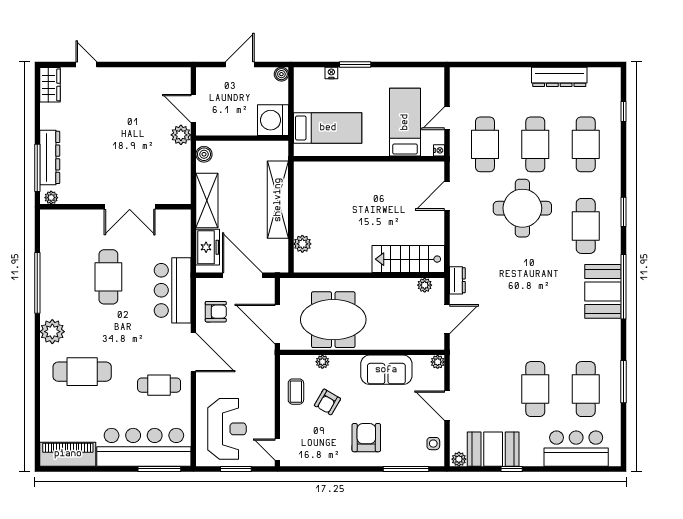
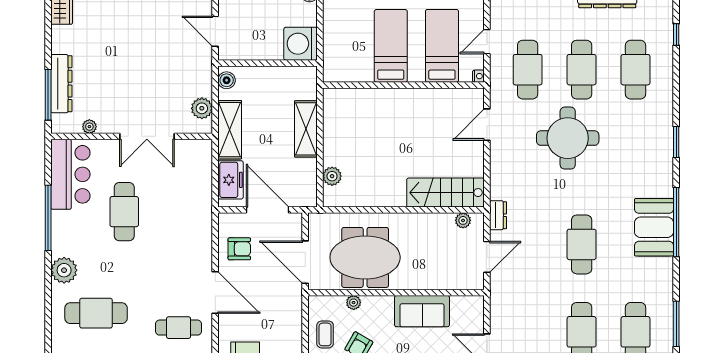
bed: (328, 128) -> (391, 46), moved, turned -90
plant: (181, 135) -> (202, 108), moved
plant: (51, 198) -> (89, 127), moved
shelving: (278, 200) -> (306, 129), width x0.68
cafe table: (586, 226) -> (582, 244), moved
bar counter: (173, 290) -> (70, 174), moved, turned 180
plant: (438, 362) -> (477, 303), removed

